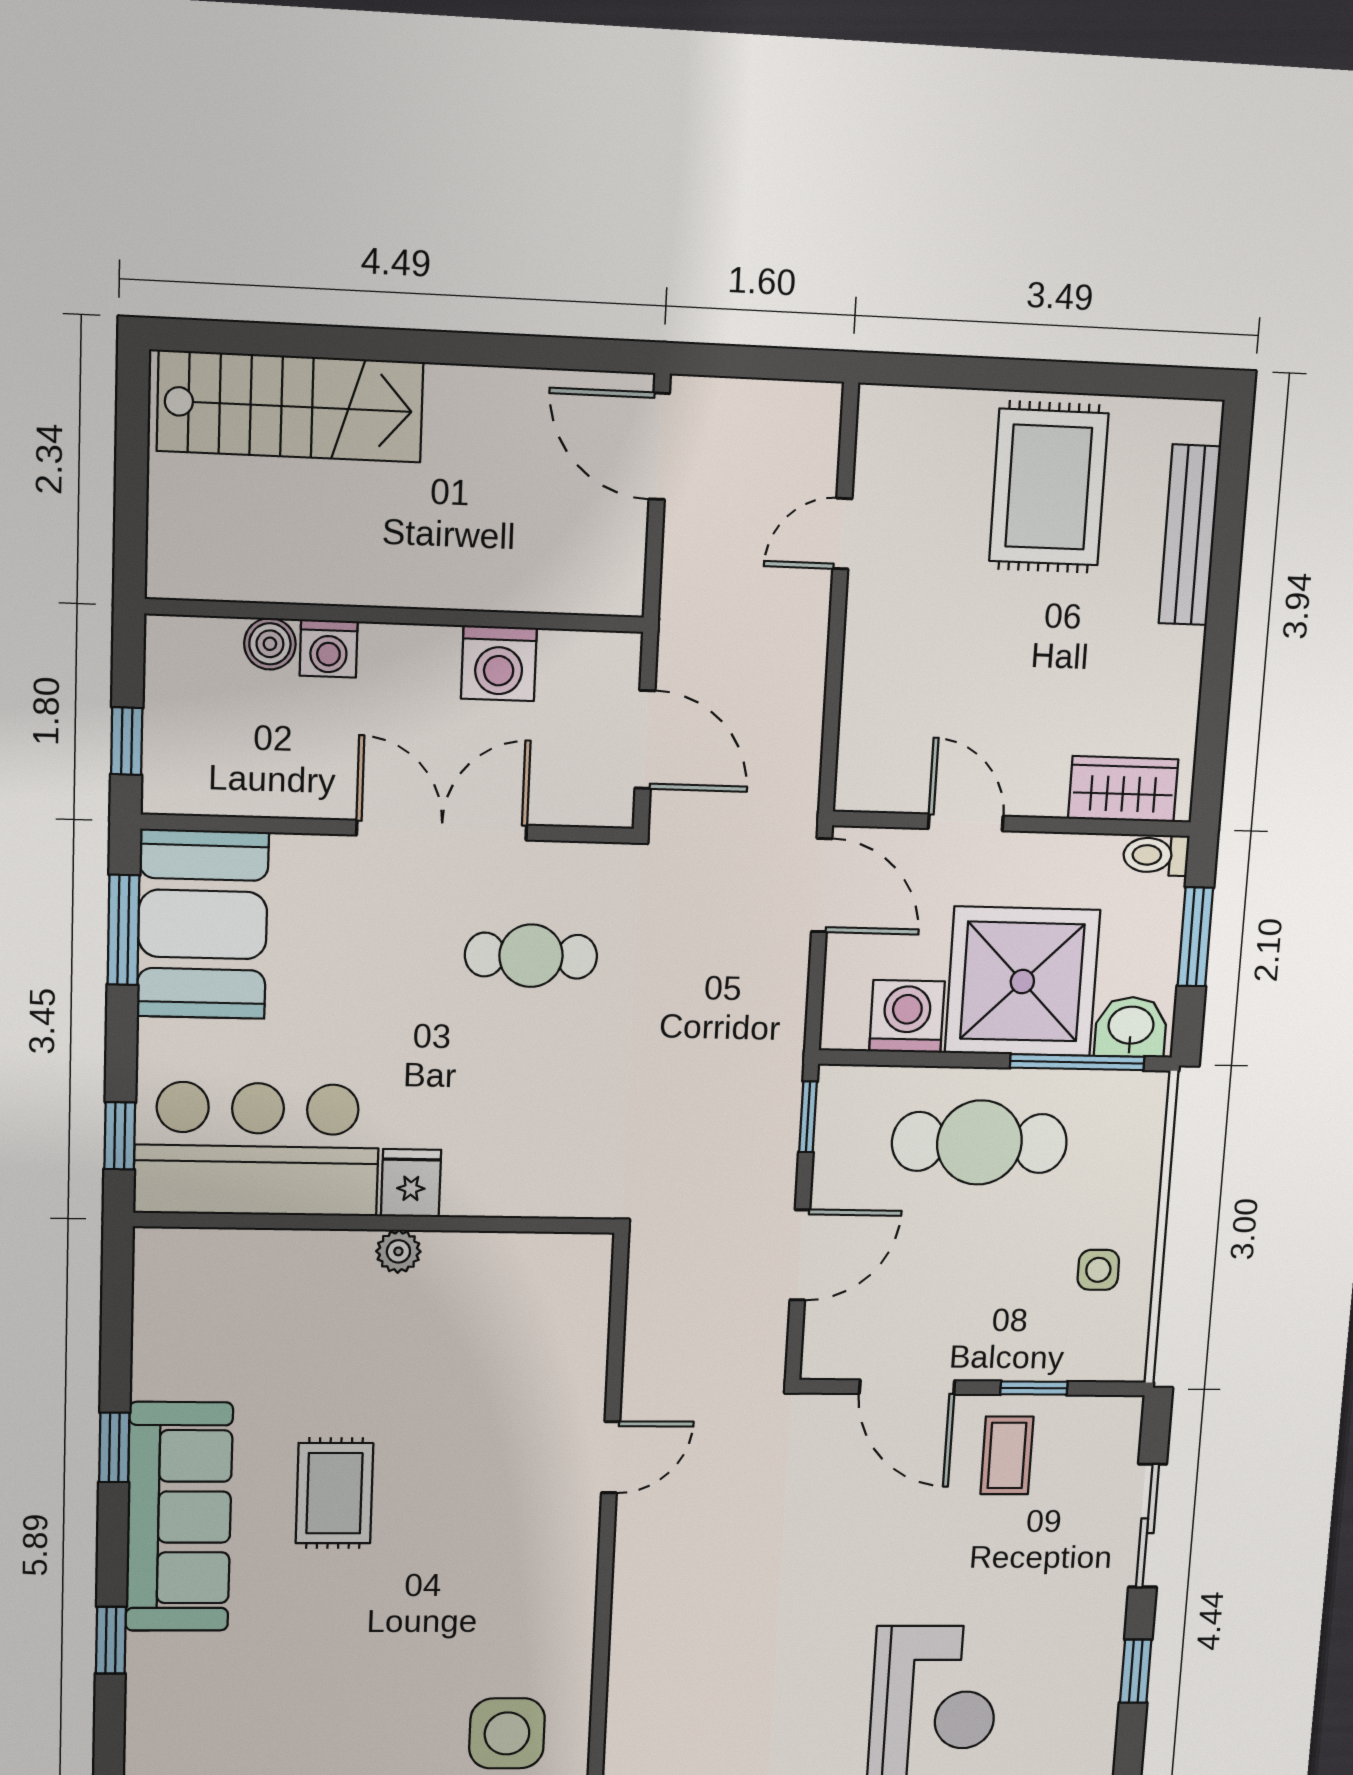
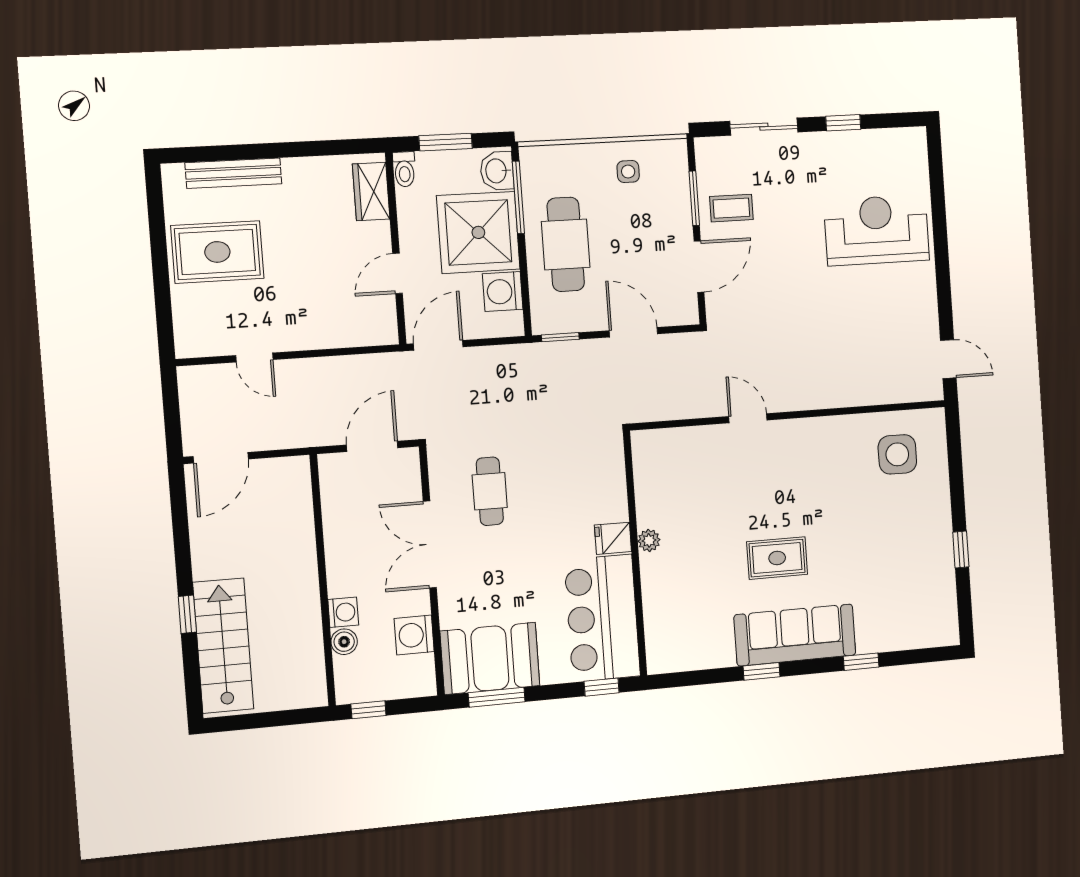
window: (361, 344) -> (187, 614), added
washing machine: (499, 663) -> (414, 635), moved, turned 180
window: (127, 741) -> (368, 710), moved
window: (1034, 1388) -> (694, 198), width x1.50

